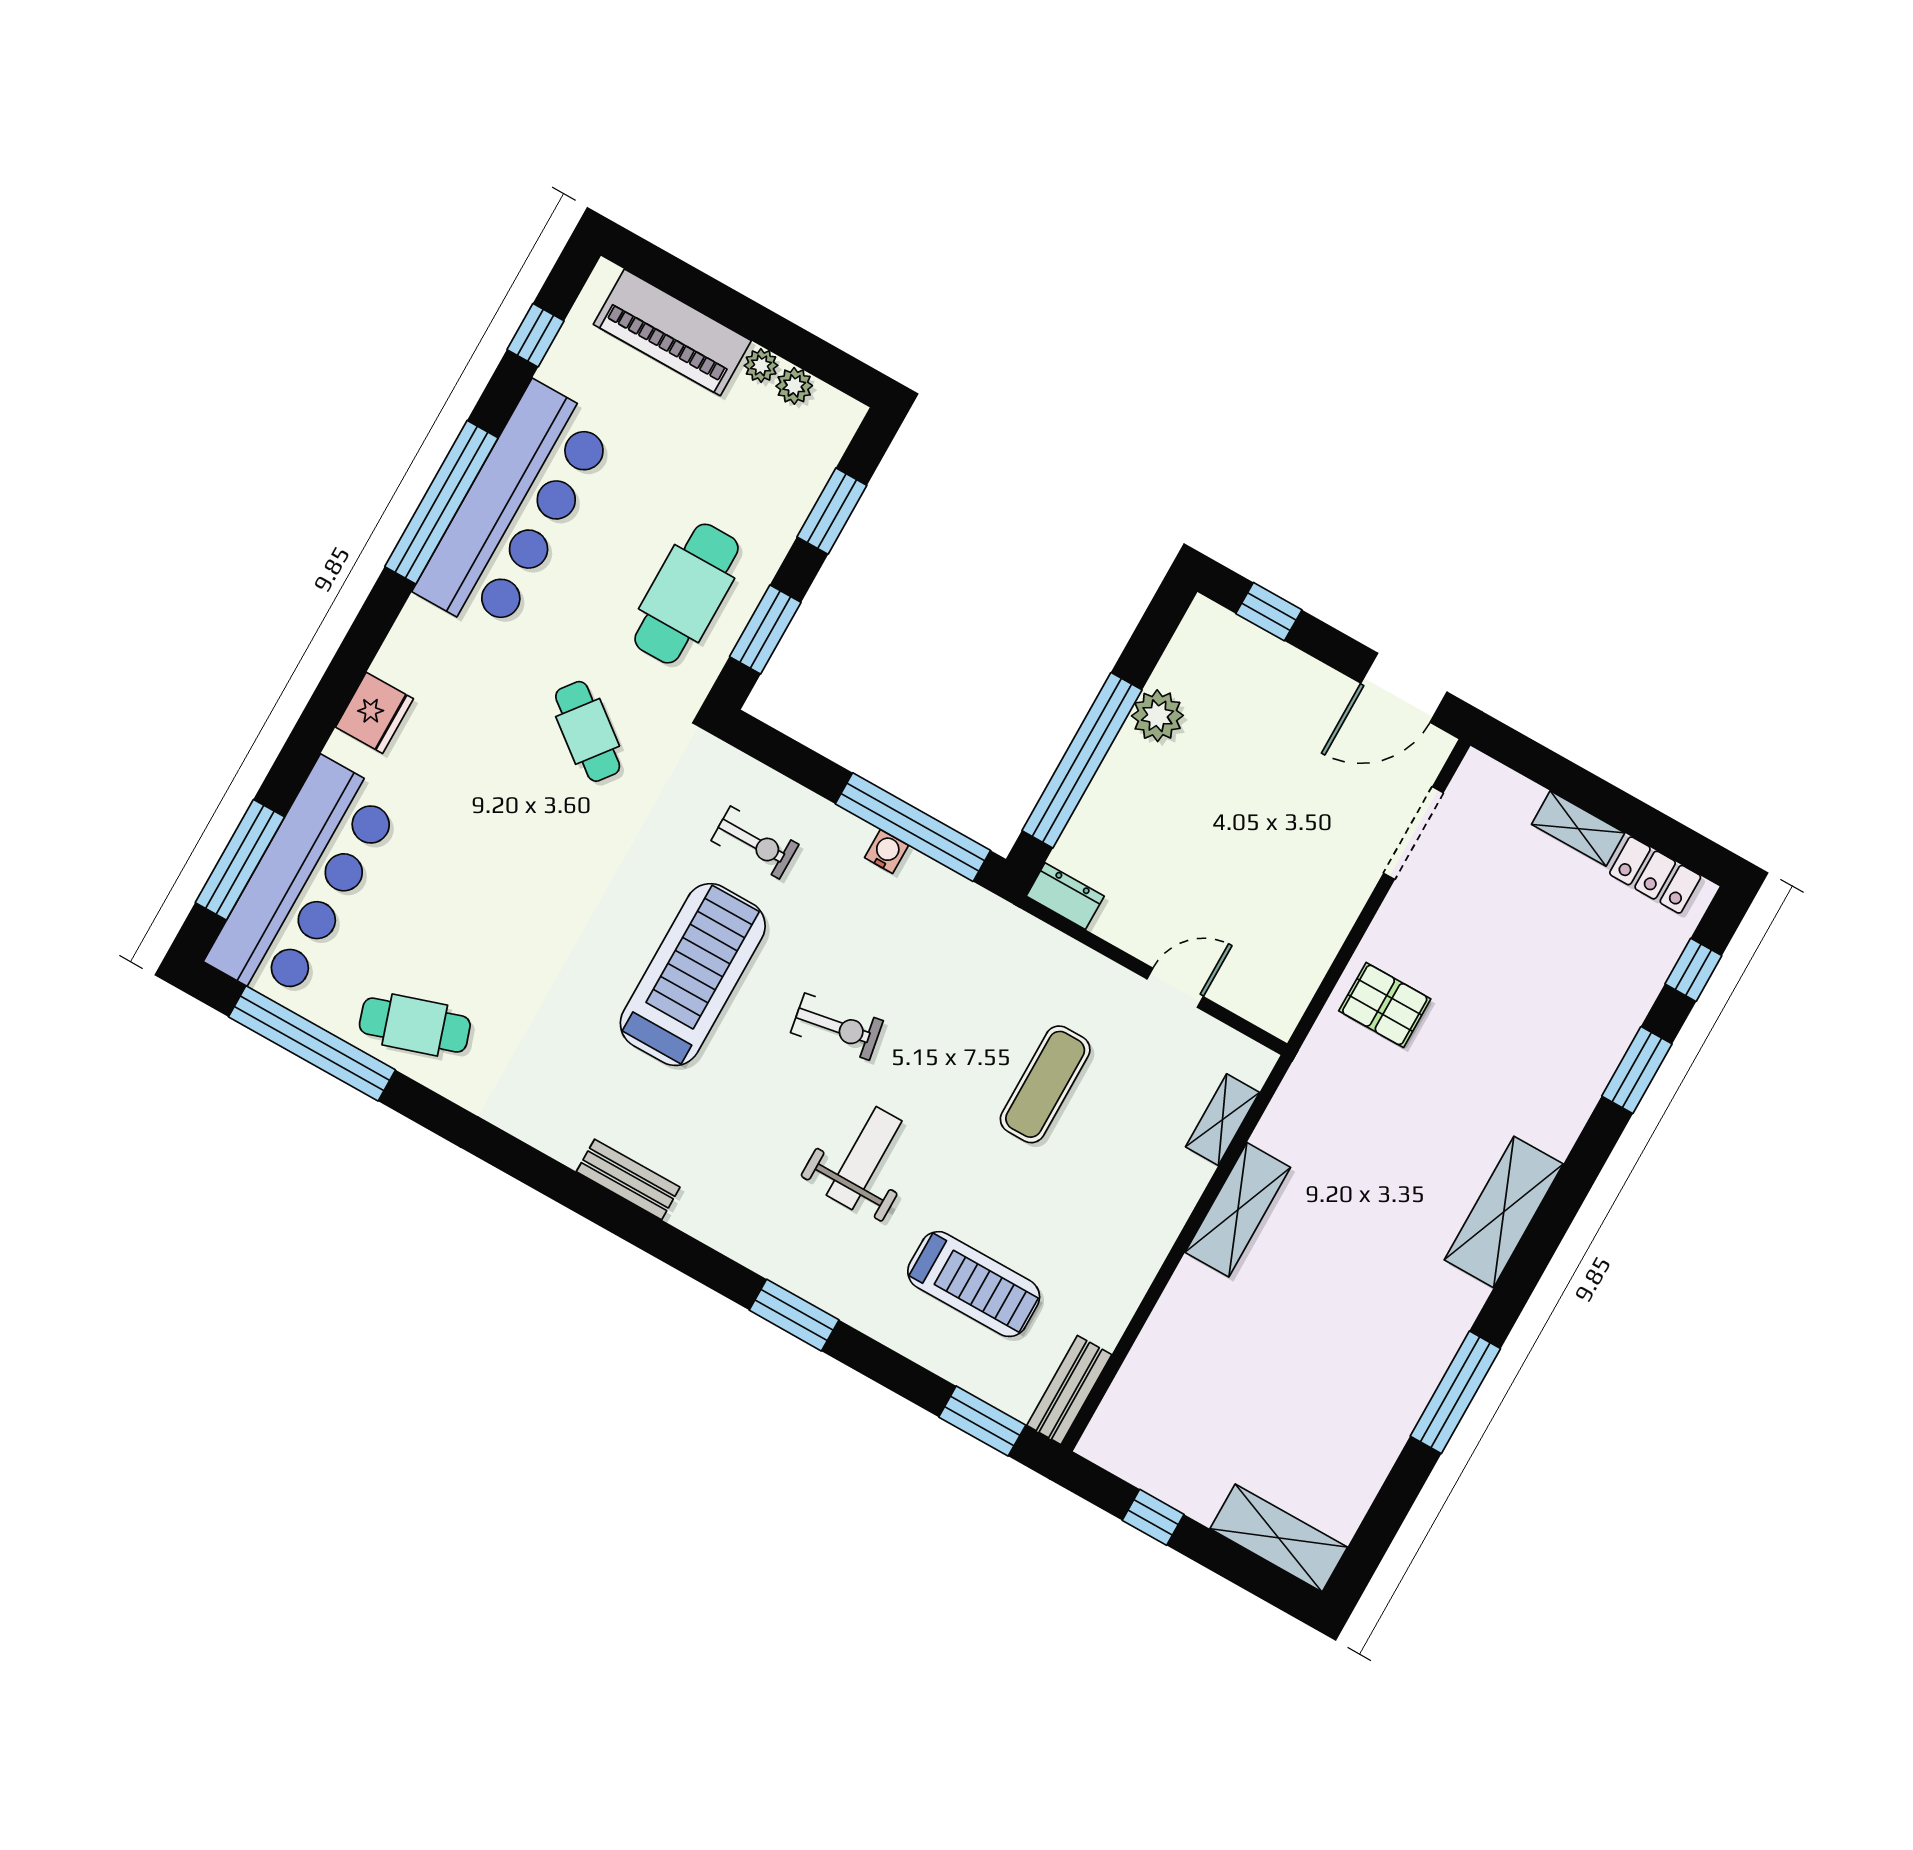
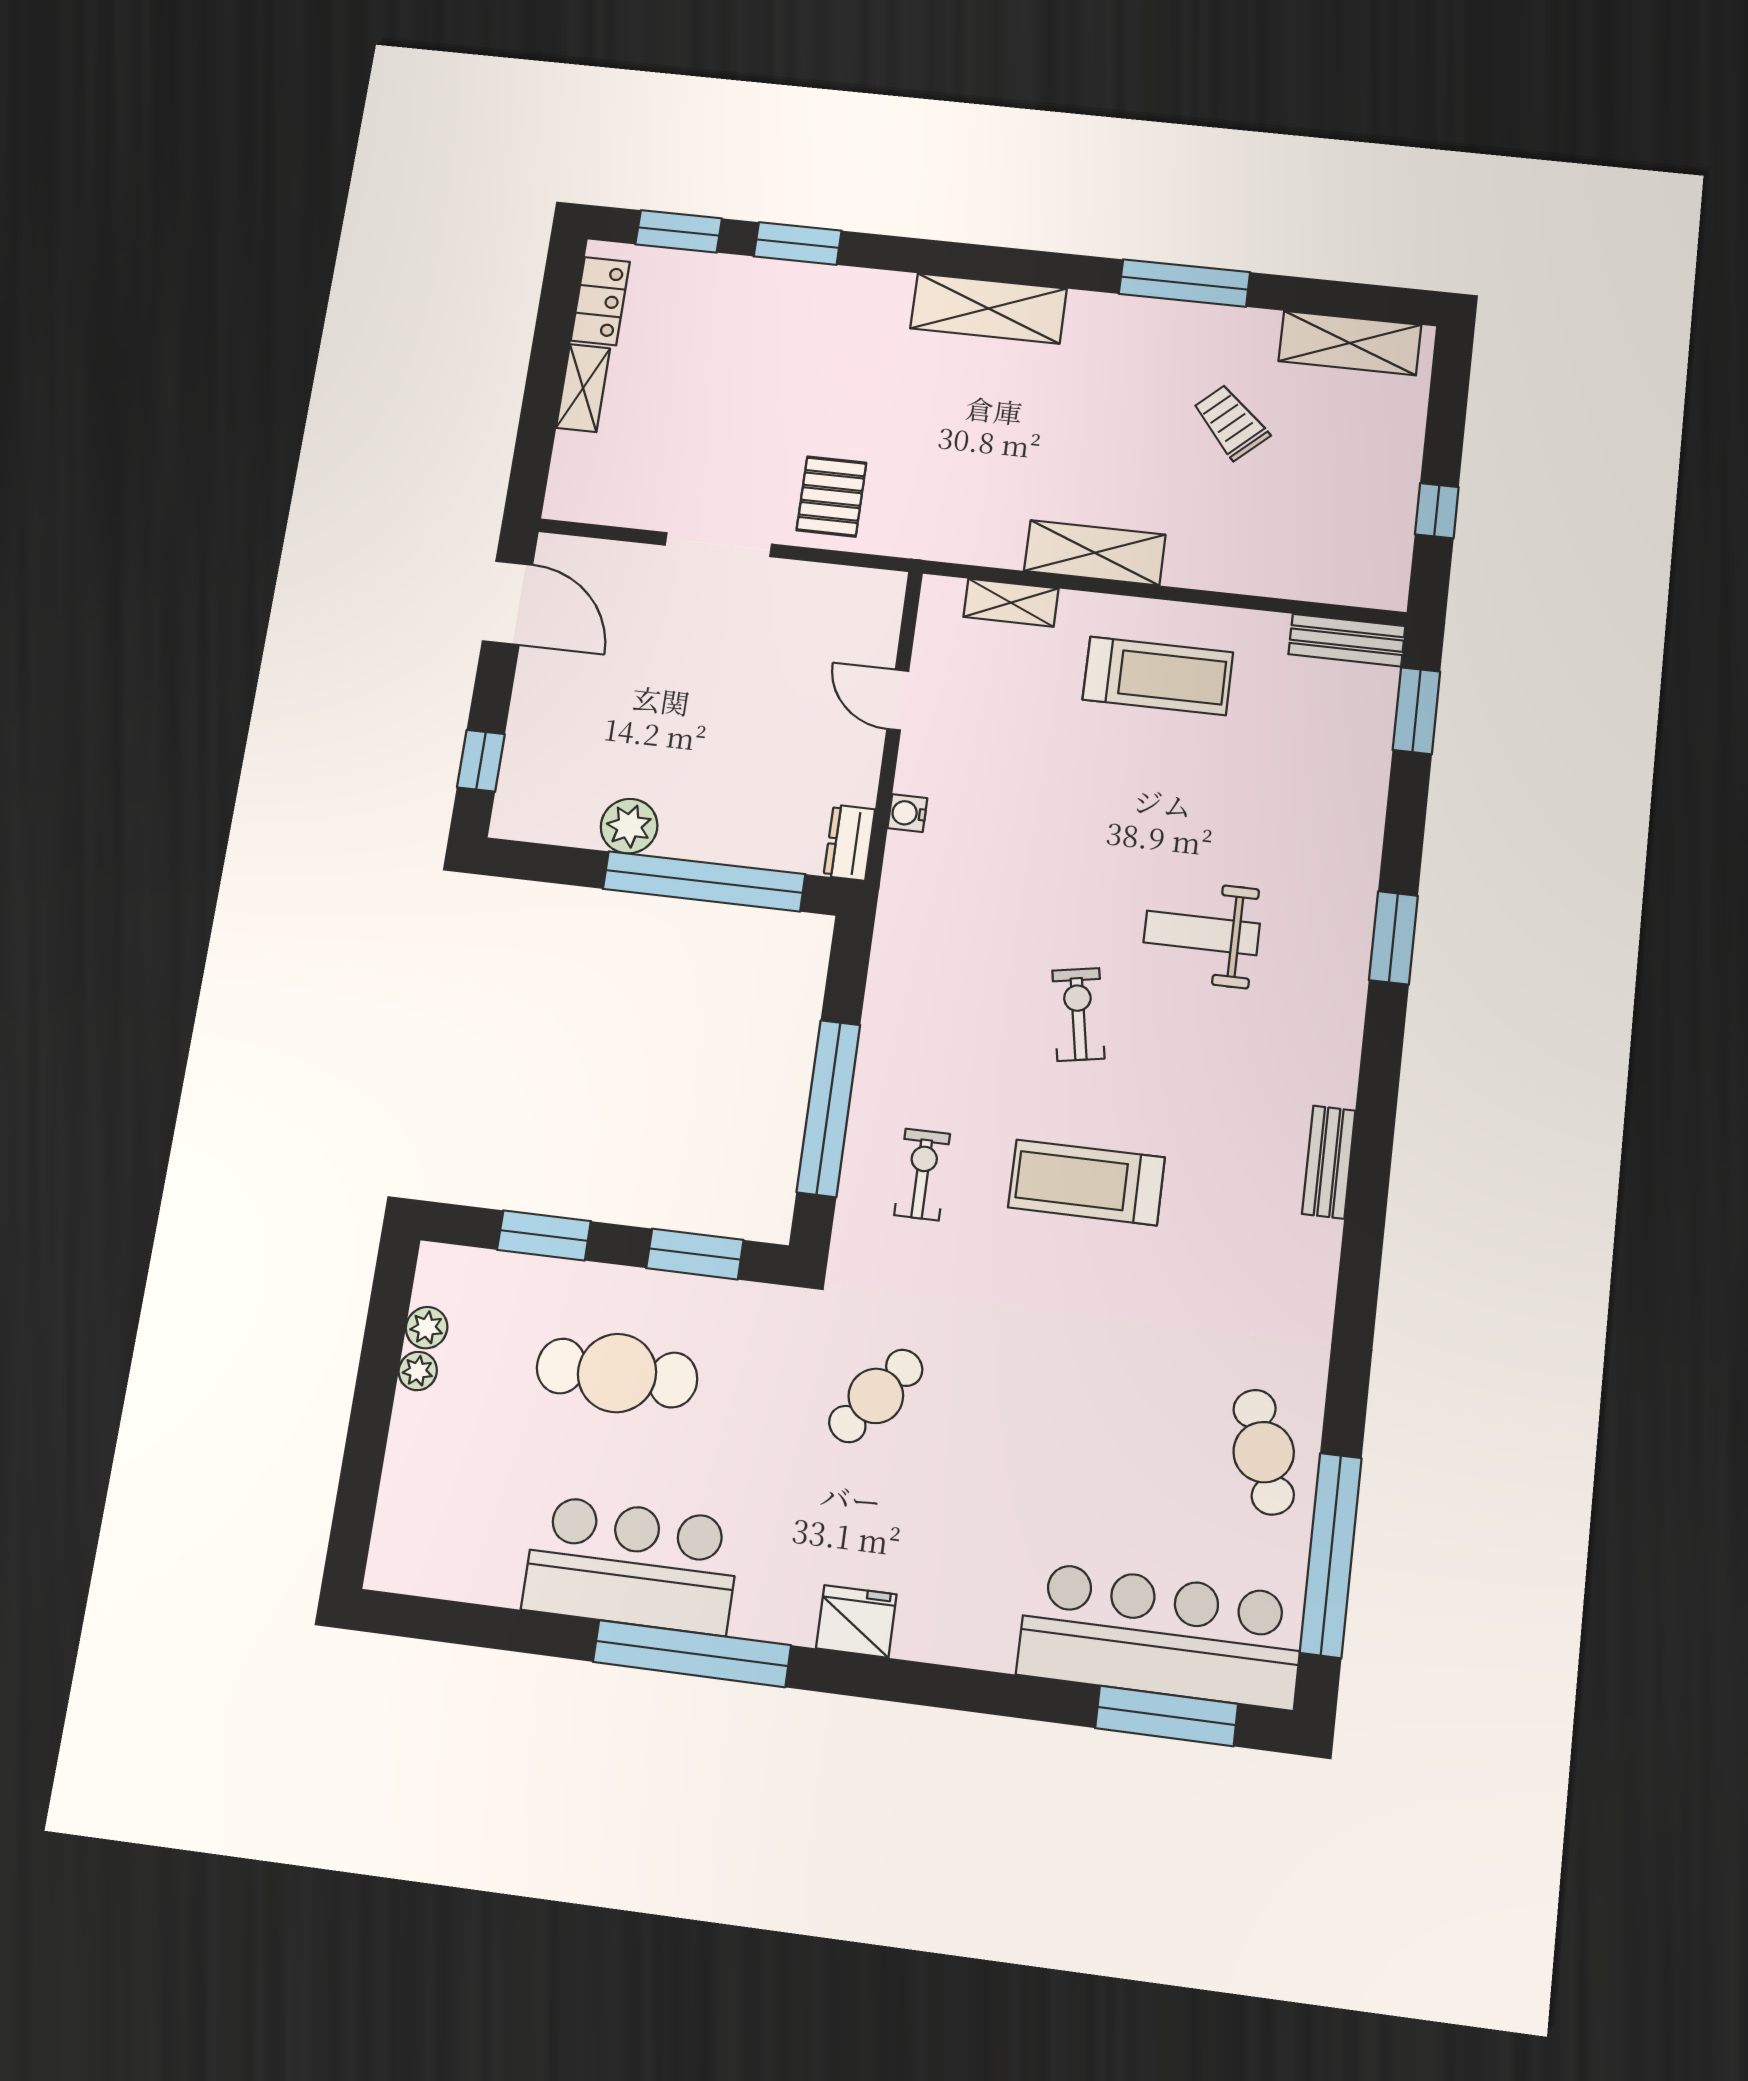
piano: (672, 332) -> (417, 1479), removed
window: (535, 335) -> (473, 1625), removed
bar counter: (515, 509) -> (632, 1565), width x0.73
cafe table: (687, 594) -> (617, 1373), moved
fridge: (374, 713) -> (856, 1621), moved
window: (913, 827) -> (828, 1108), moved
doorway: (1413, 833) -> (718, 545), moved
water cooler: (887, 851) -> (907, 813), moved
window: (1693, 970) -> (679, 231), width x1.50
treadmill: (693, 975) -> (1087, 1182), width x0.73, depth x0.73
exercise mat: (1045, 1084) -> (1049, 786), removed
treadmill: (974, 1284) -> (1158, 676), moved, turned 90
trolley: (1308, 1377) -> (1231, 422), added
shelving: (1279, 1538) -> (1350, 343), moved, turned 90

